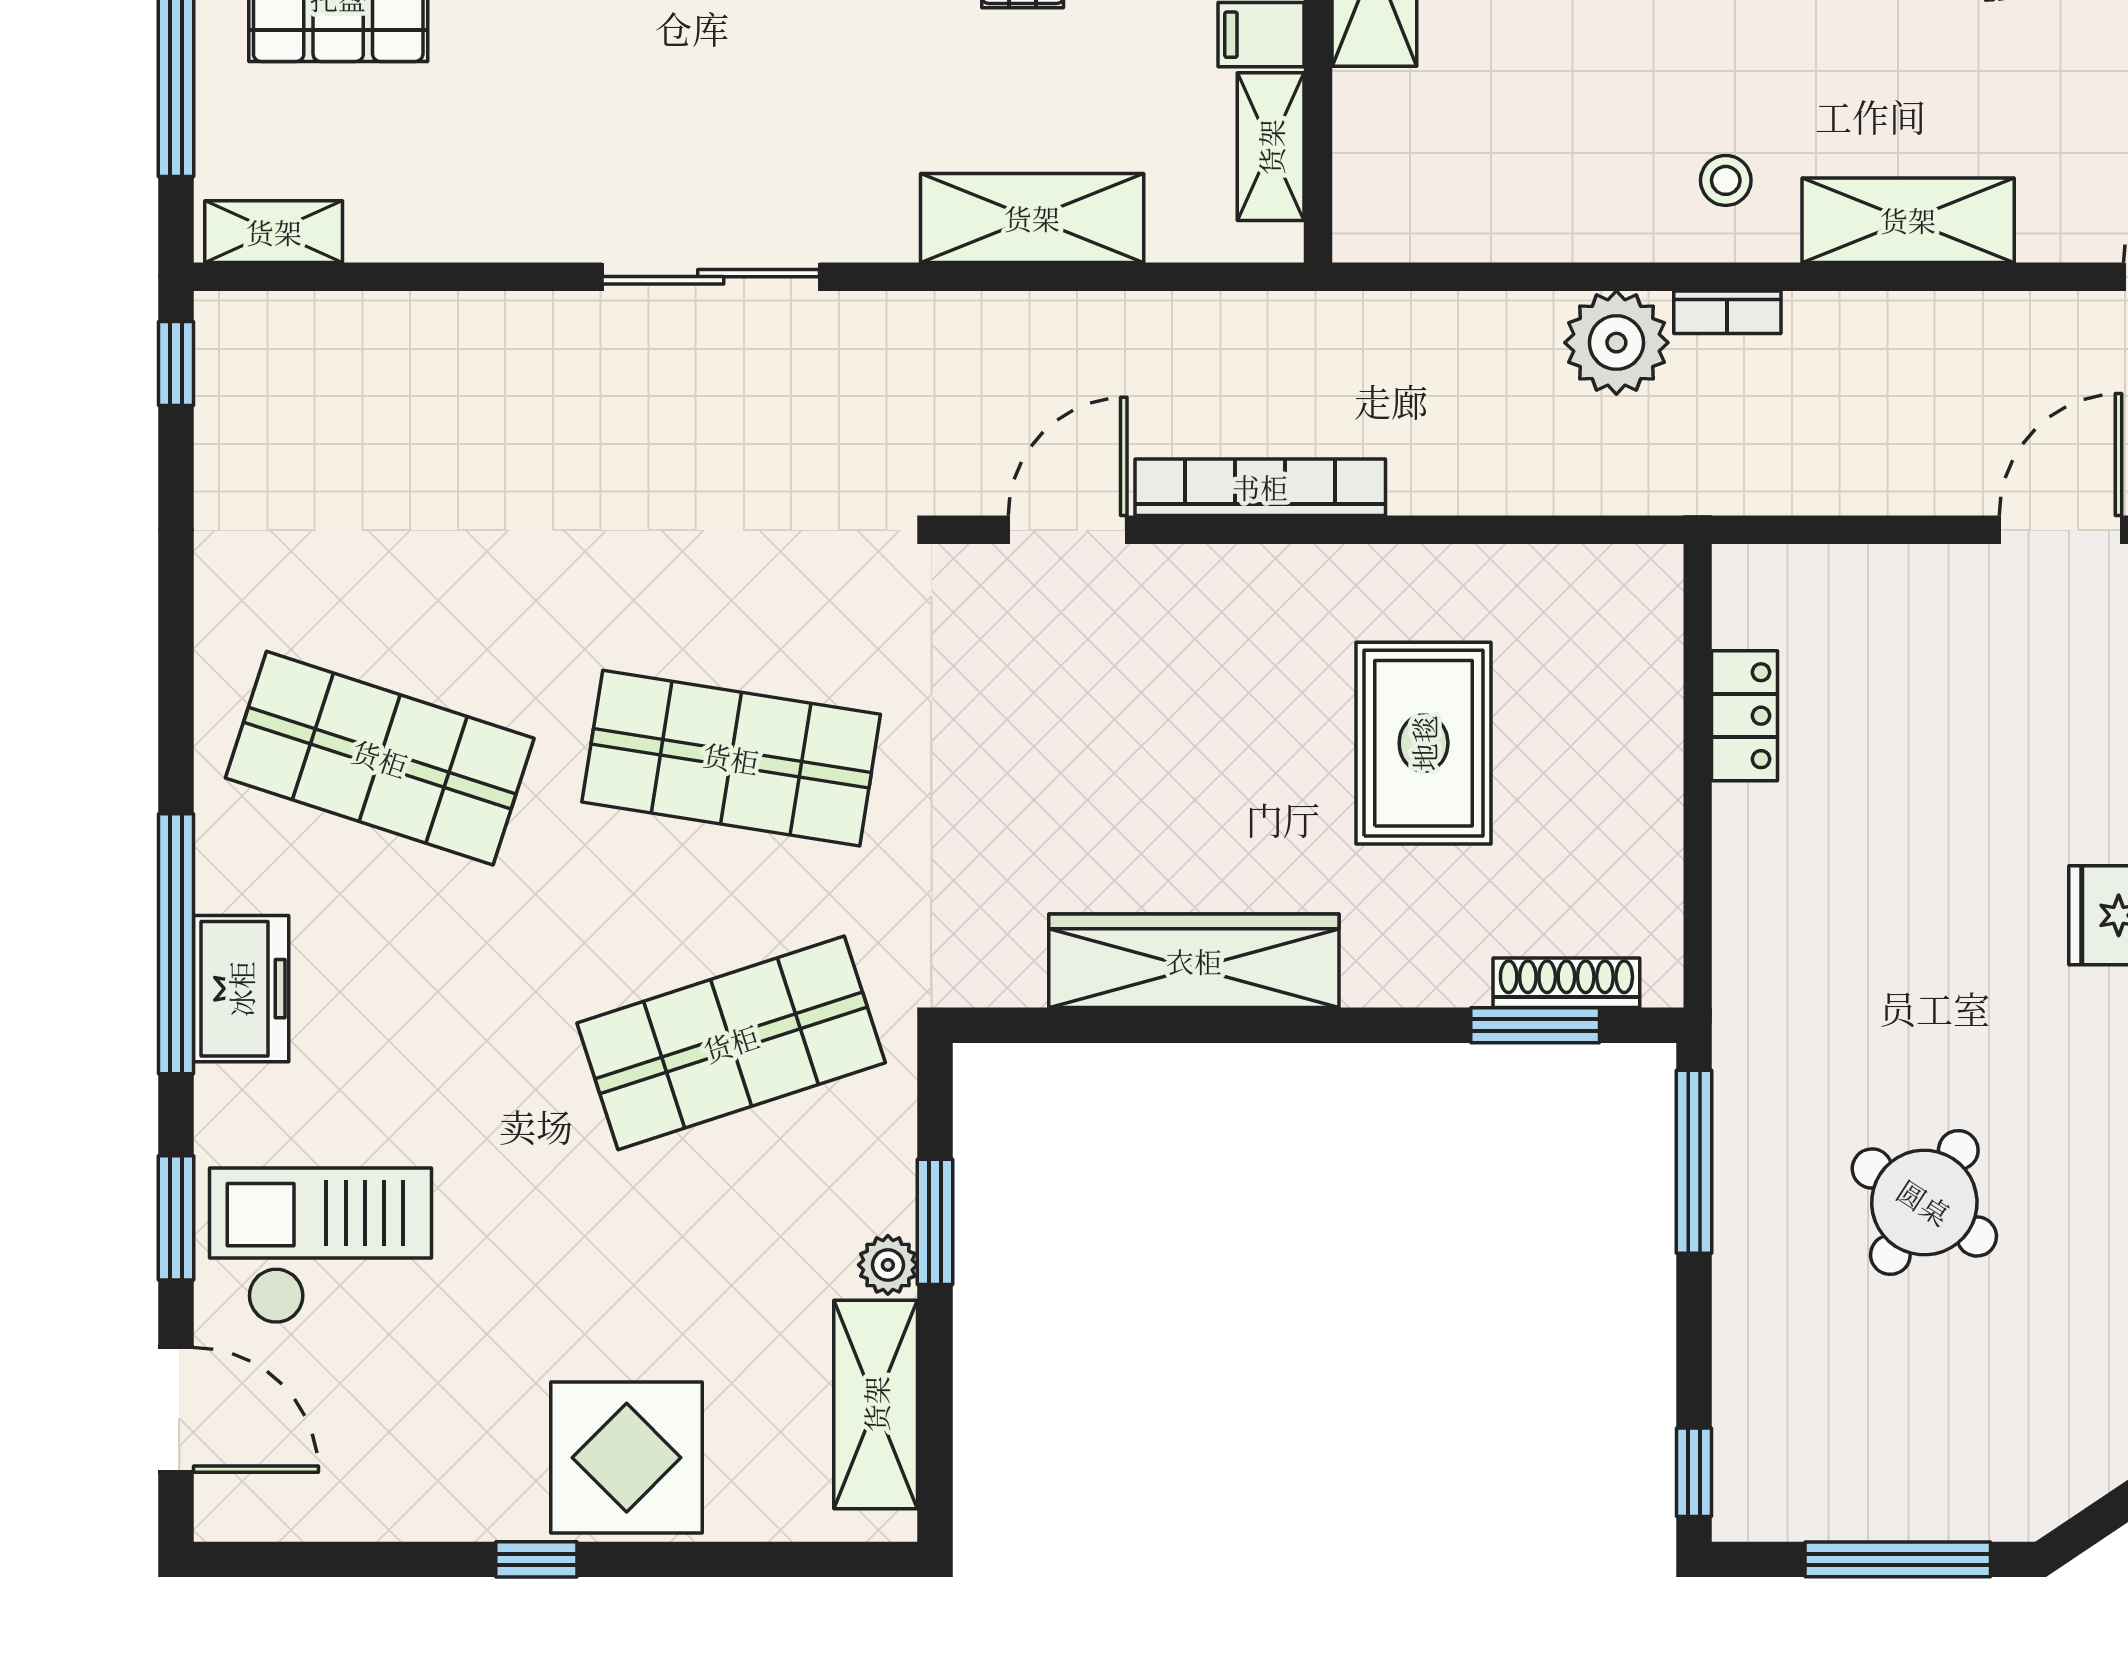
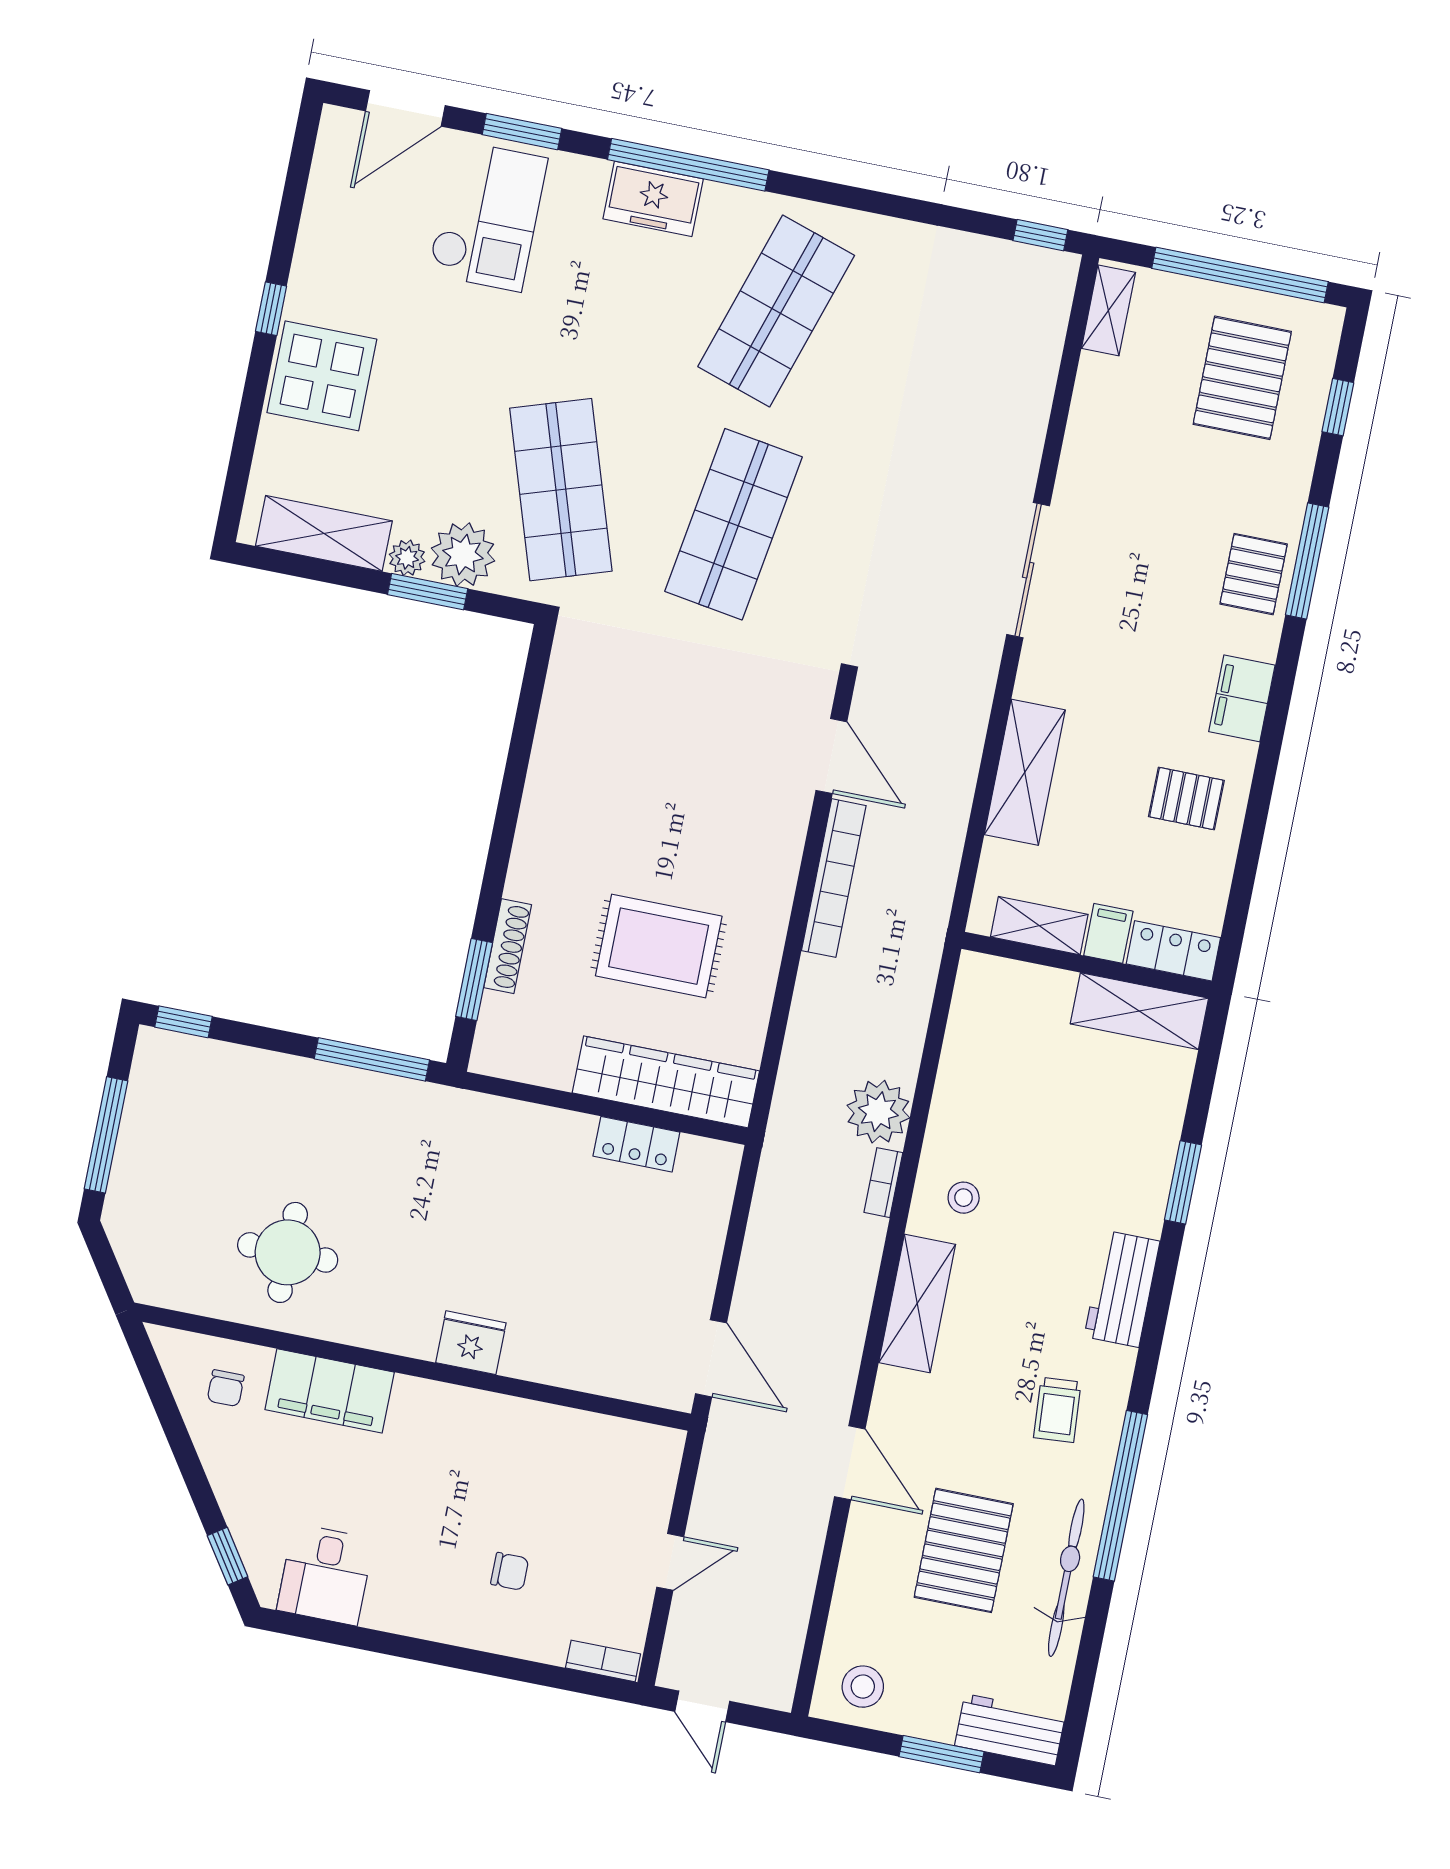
wardrobe: (1194, 961) -> (666, 1082), moved, turned -90
shoe rack: (1566, 983) -> (508, 946), moved
plant: (865, 1177) -> (463, 555), added
round table: (1924, 1202) -> (288, 1252), moved, turned -33

